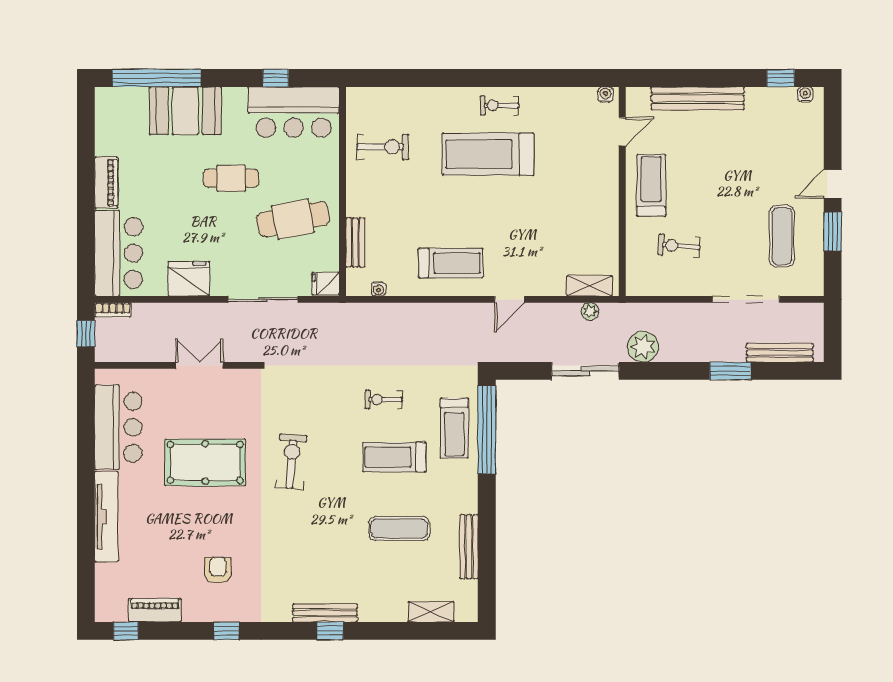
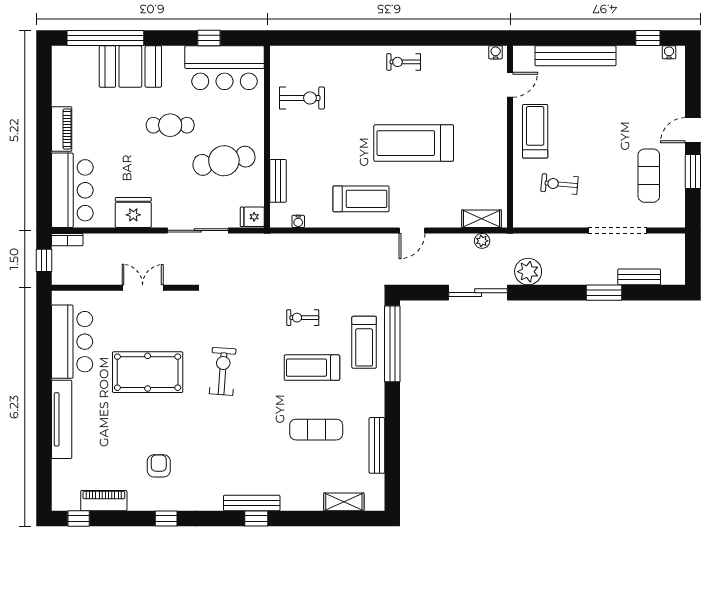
treadmill: (488, 154) -> (414, 143), moved
bench: (780, 353) -> (639, 277), width x0.73

